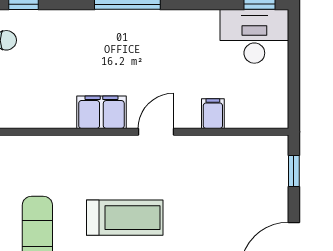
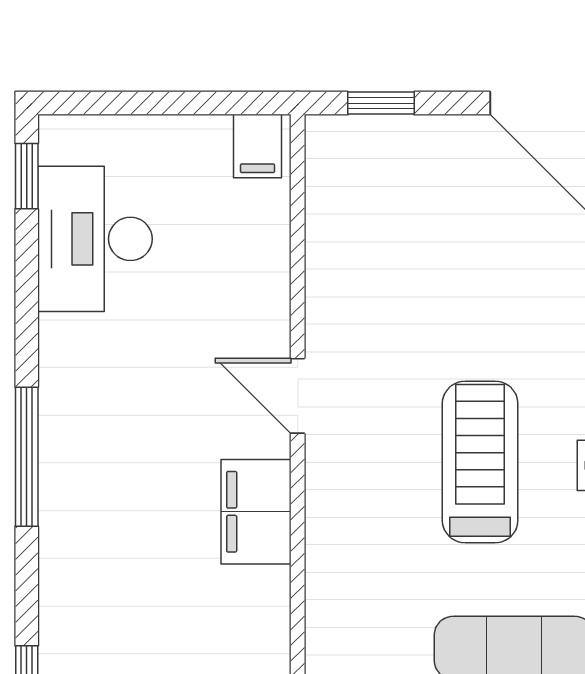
desk: (254, 36) -> (95, 239), moved
filing cabinet: (213, 114) -> (258, 146), moved, turned -90

